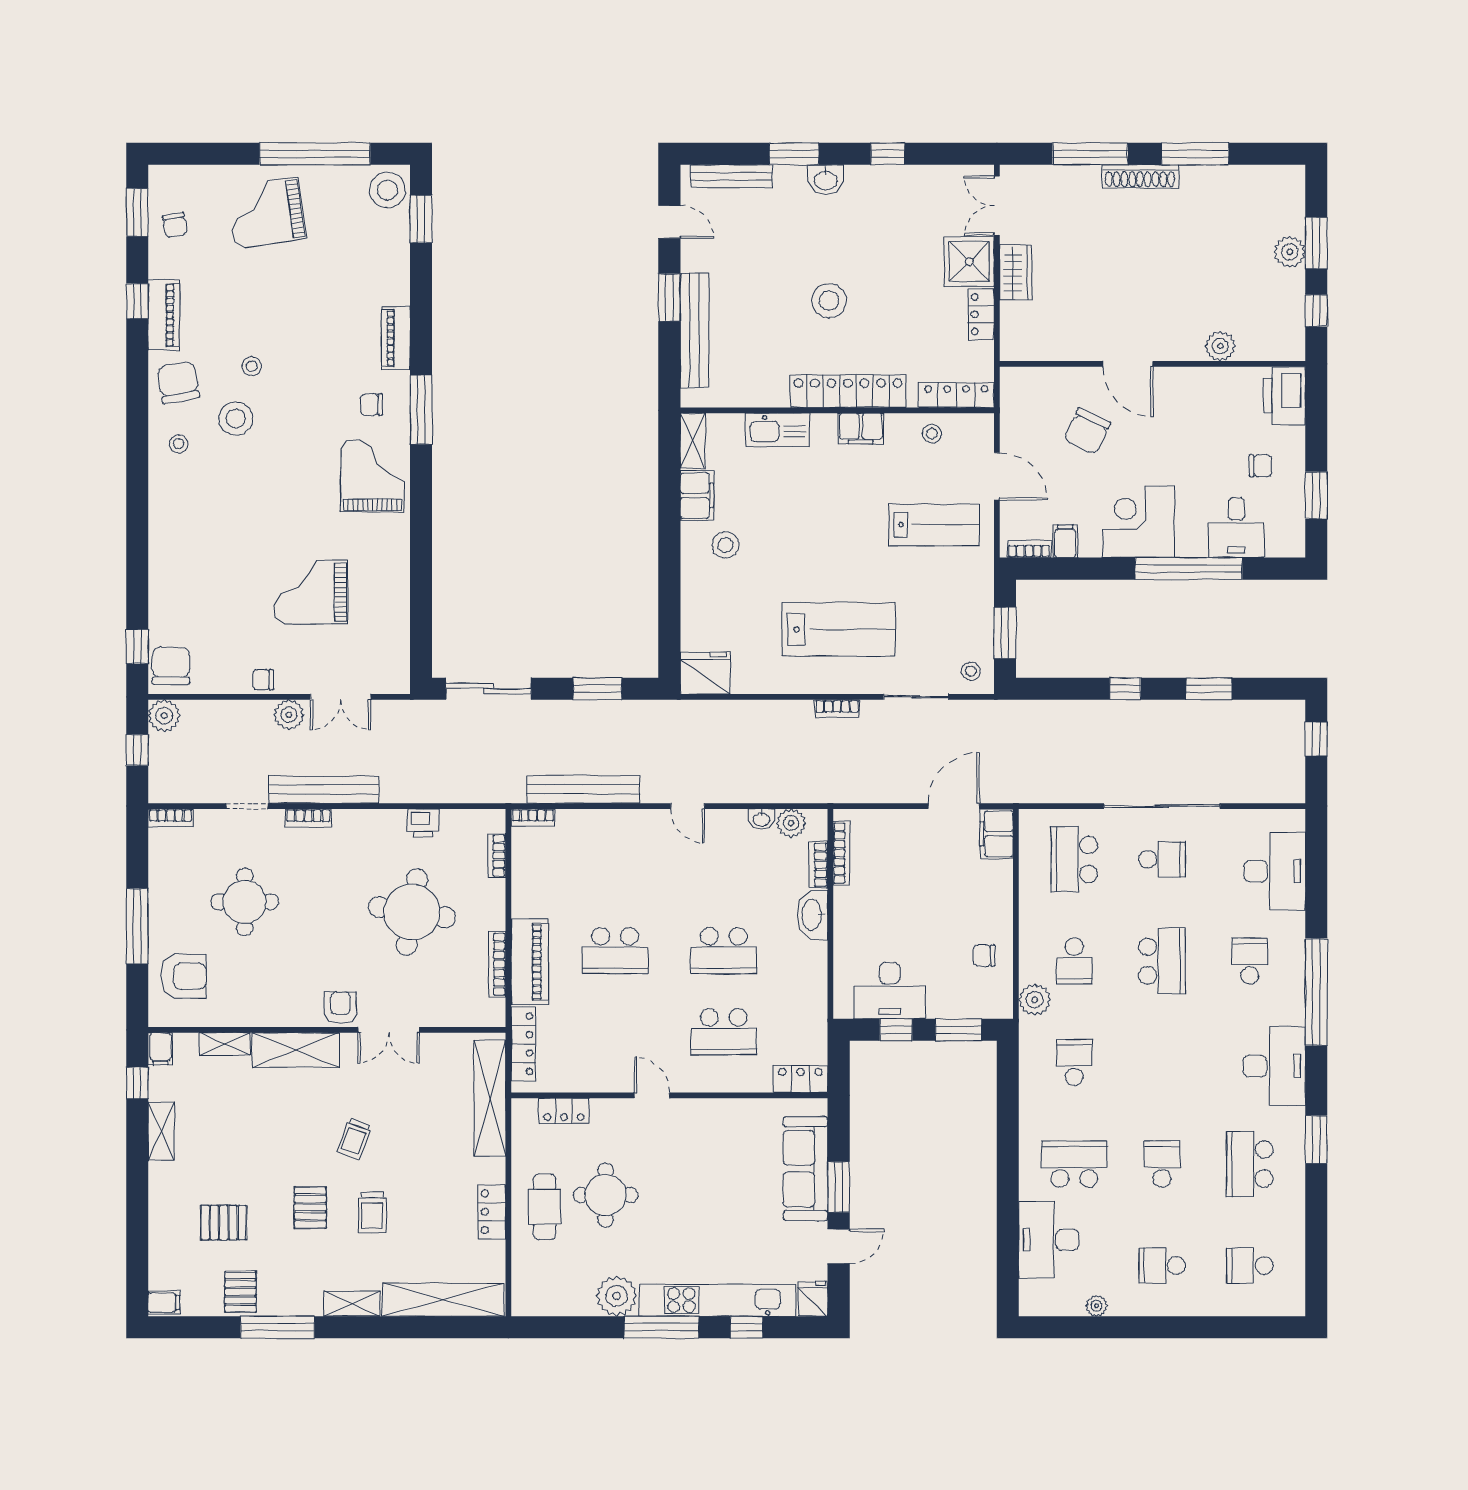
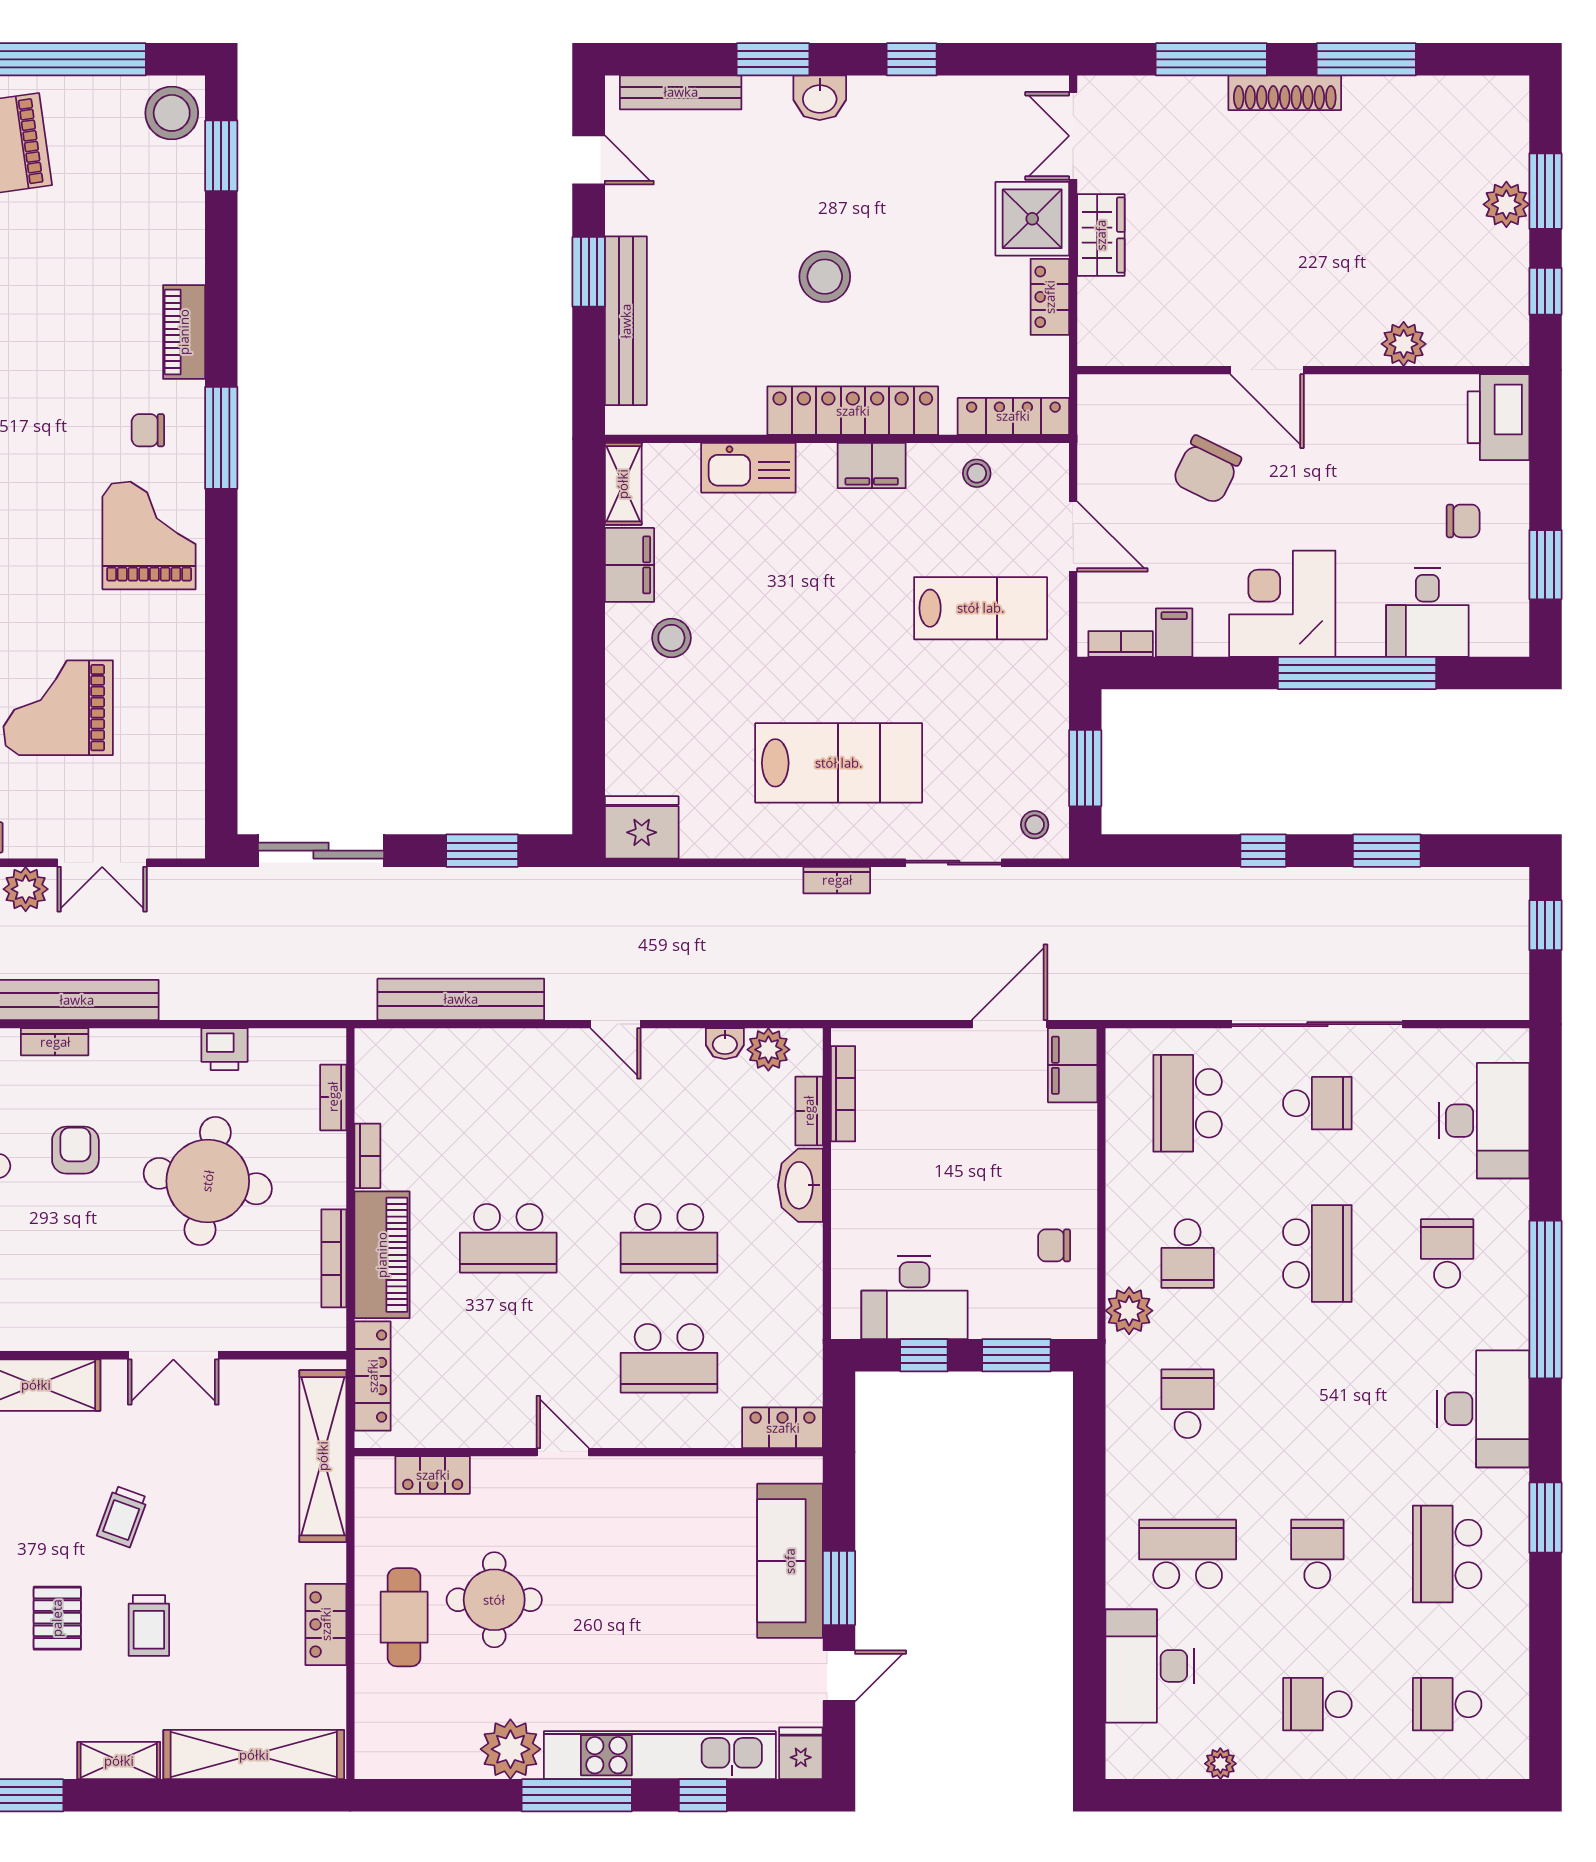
bookcase: (533, 817) -> (367, 1156), moved, turned -90
armchair: (340, 1008) -> (75, 1150), moved

